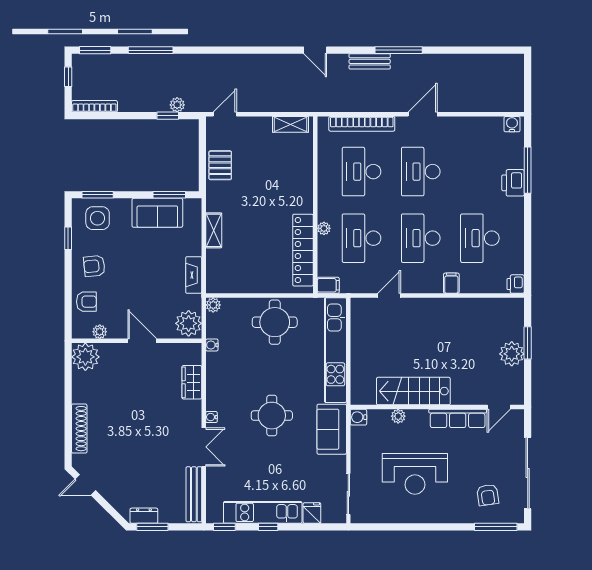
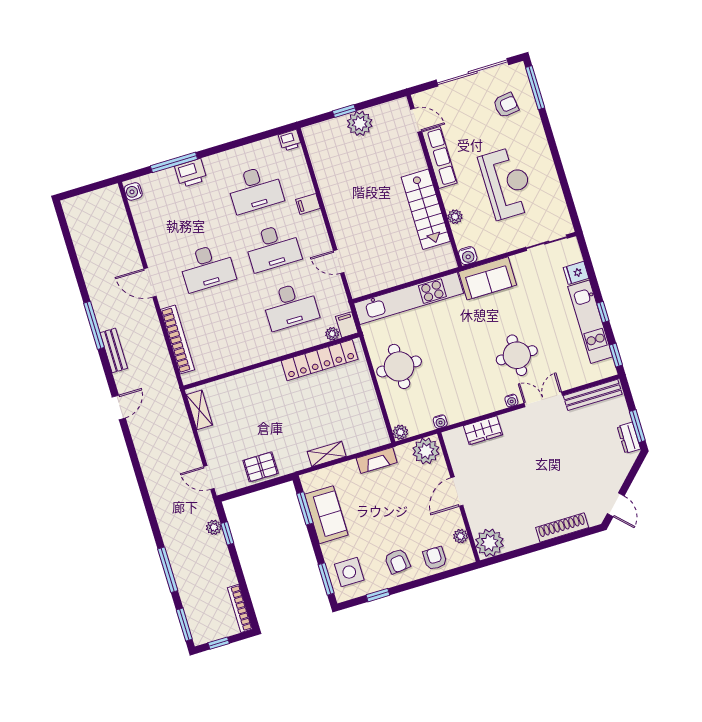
desk: (361, 172) -> (225, 326), removed
plant: (324, 228) -> (332, 334), moved
window: (528, 343) -> (344, 111), width x0.67
round table: (272, 416) -> (517, 355), moved

